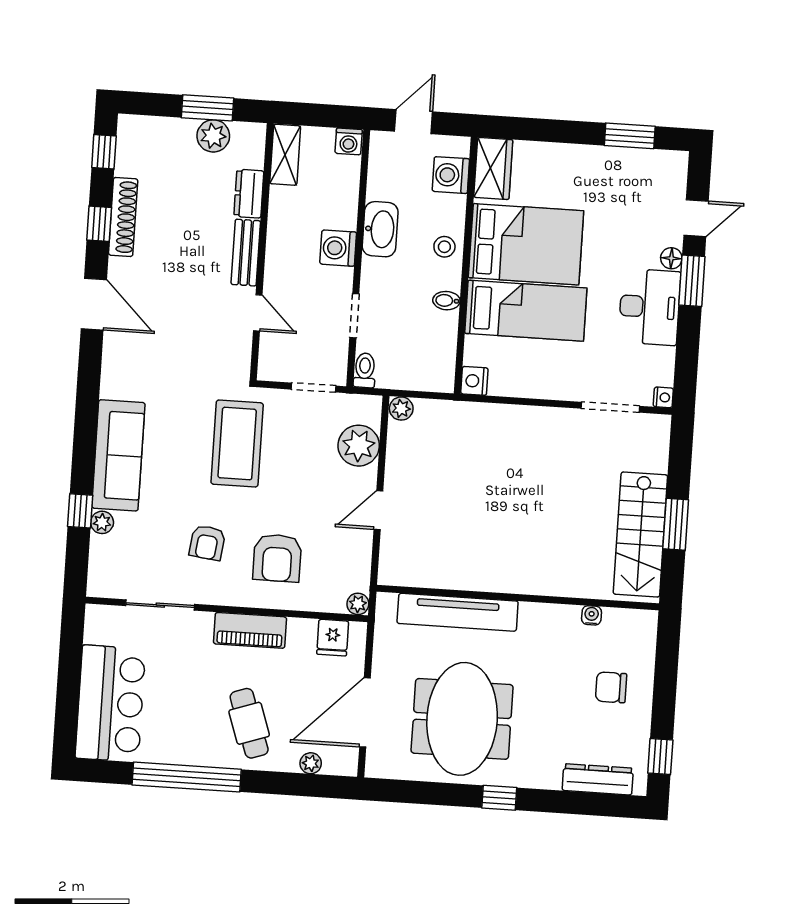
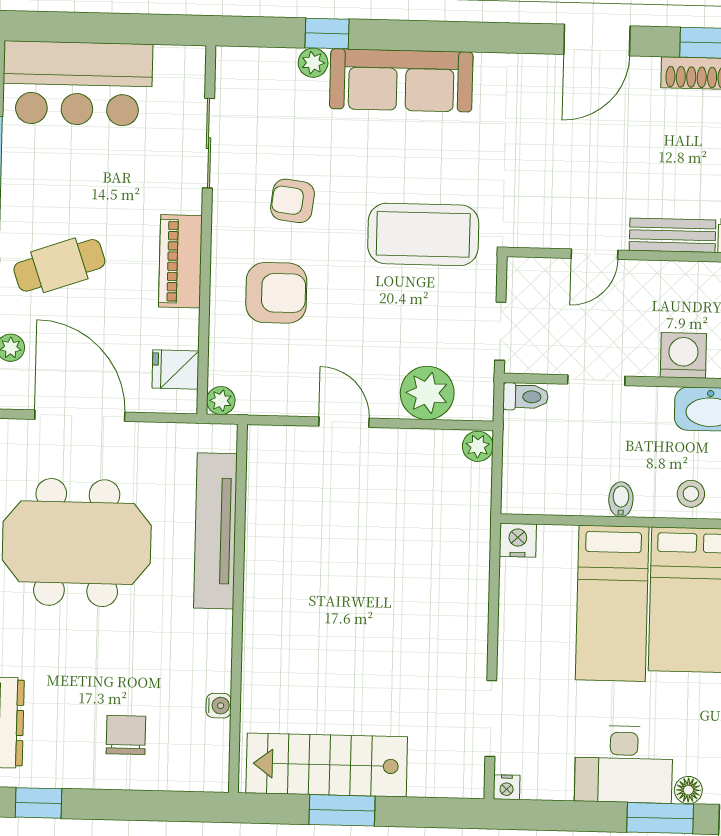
armchair: (277, 558) -> (276, 293), turned 180

